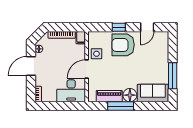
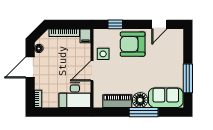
window: (119, 27) -> (115, 24), moved
window: (121, 106) -> (144, 112), moved

